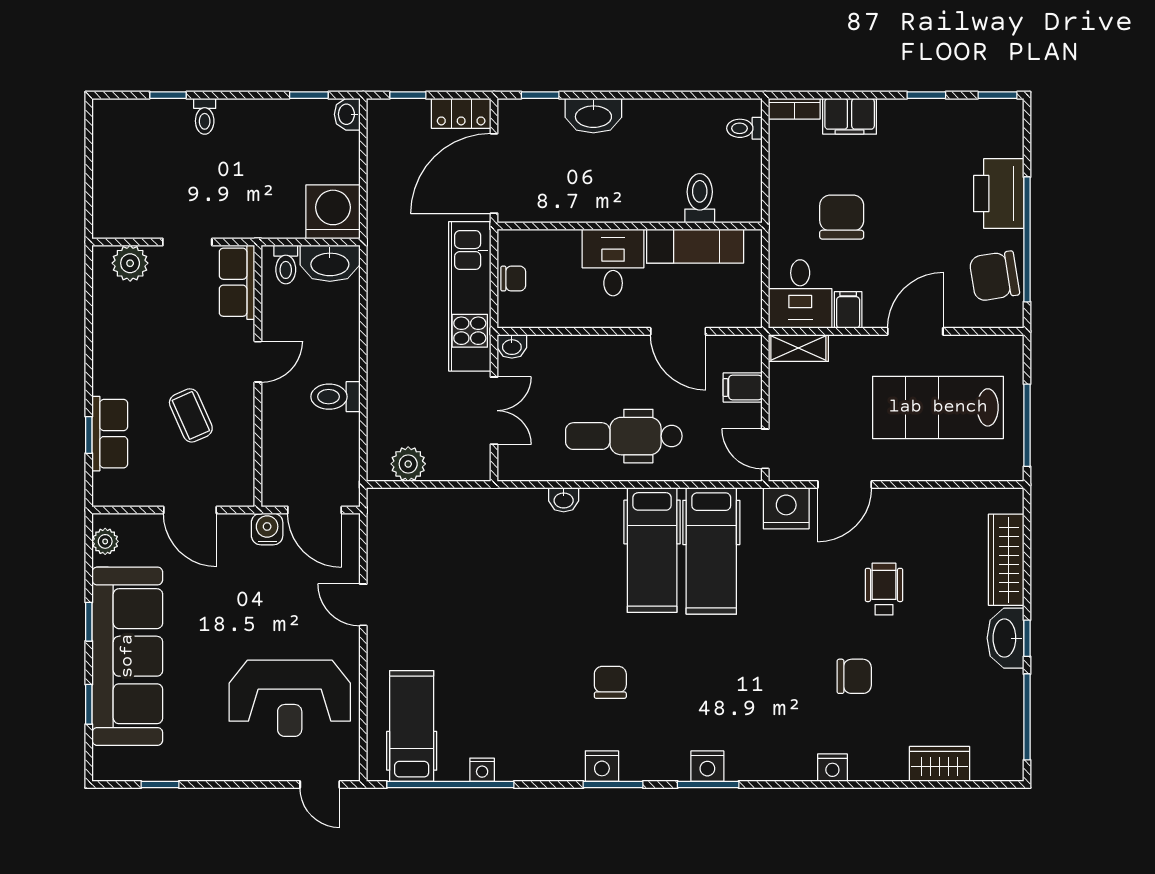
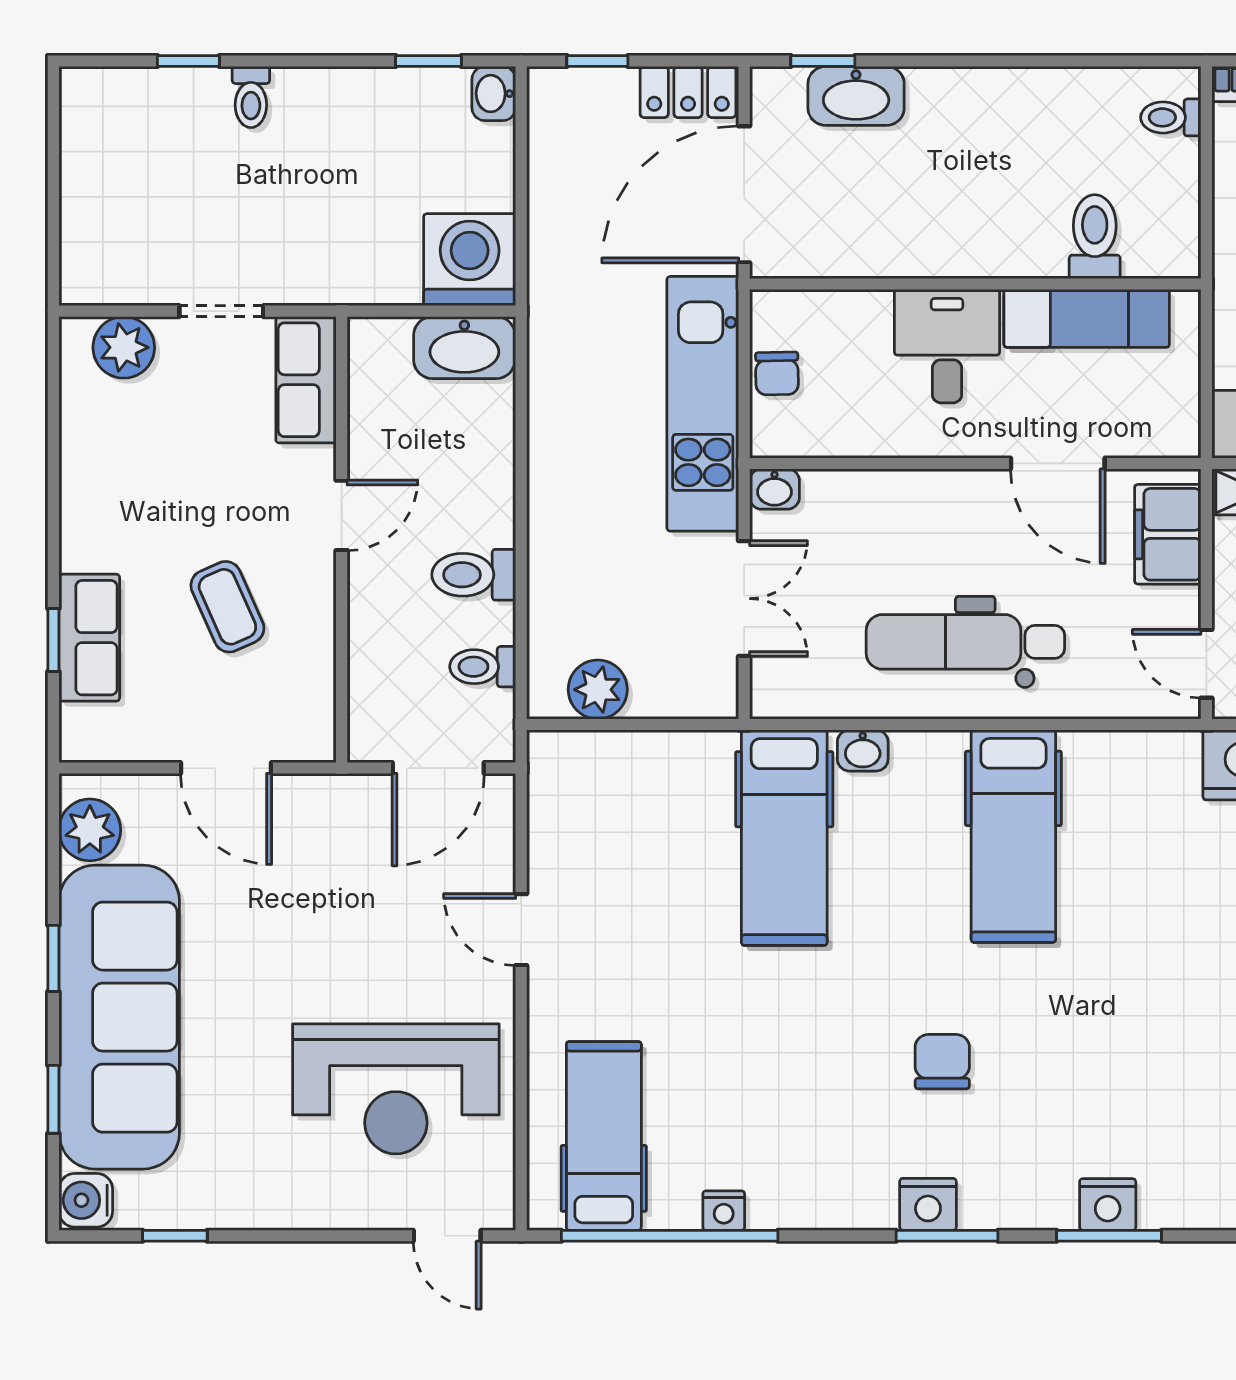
washbasin: (593, 116) -> (856, 96), moved
toilet: (286, 265) -> (483, 667), moved, turned 90
chair: (513, 279) -> (777, 373), turned 89
filing cabinet: (743, 388) -> (1168, 534), width x2.00
door: (315, 510) -> (438, 768), hinge flipped
water cooler: (267, 529) -> (86, 1200), moved, turned -90
plant: (105, 541) -> (90, 830), width x1.38, depth x1.38
hospital bed: (711, 551) -> (784, 838), moved

